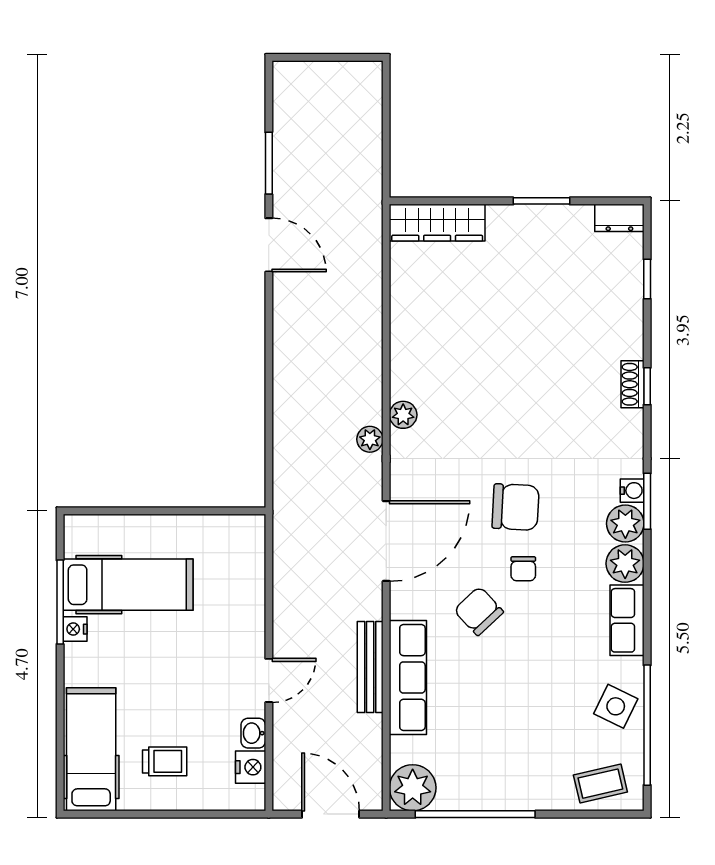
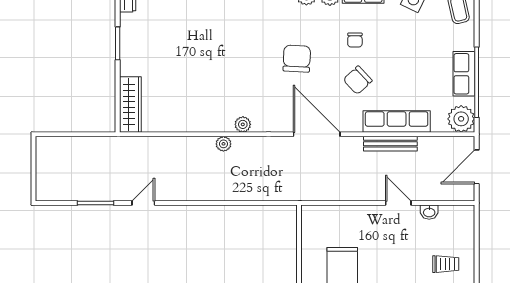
door: (269, 245) -> (143, 203), width x0.73
plant: (370, 439) -> (223, 144), moved
chair: (523, 569) -> (355, 40), moved, turned 90
trolley: (165, 761) -> (446, 264), turned 90
nightstand: (251, 767) -> (449, 214), removed
row of seats: (490, 793) -> (464, 74), added

